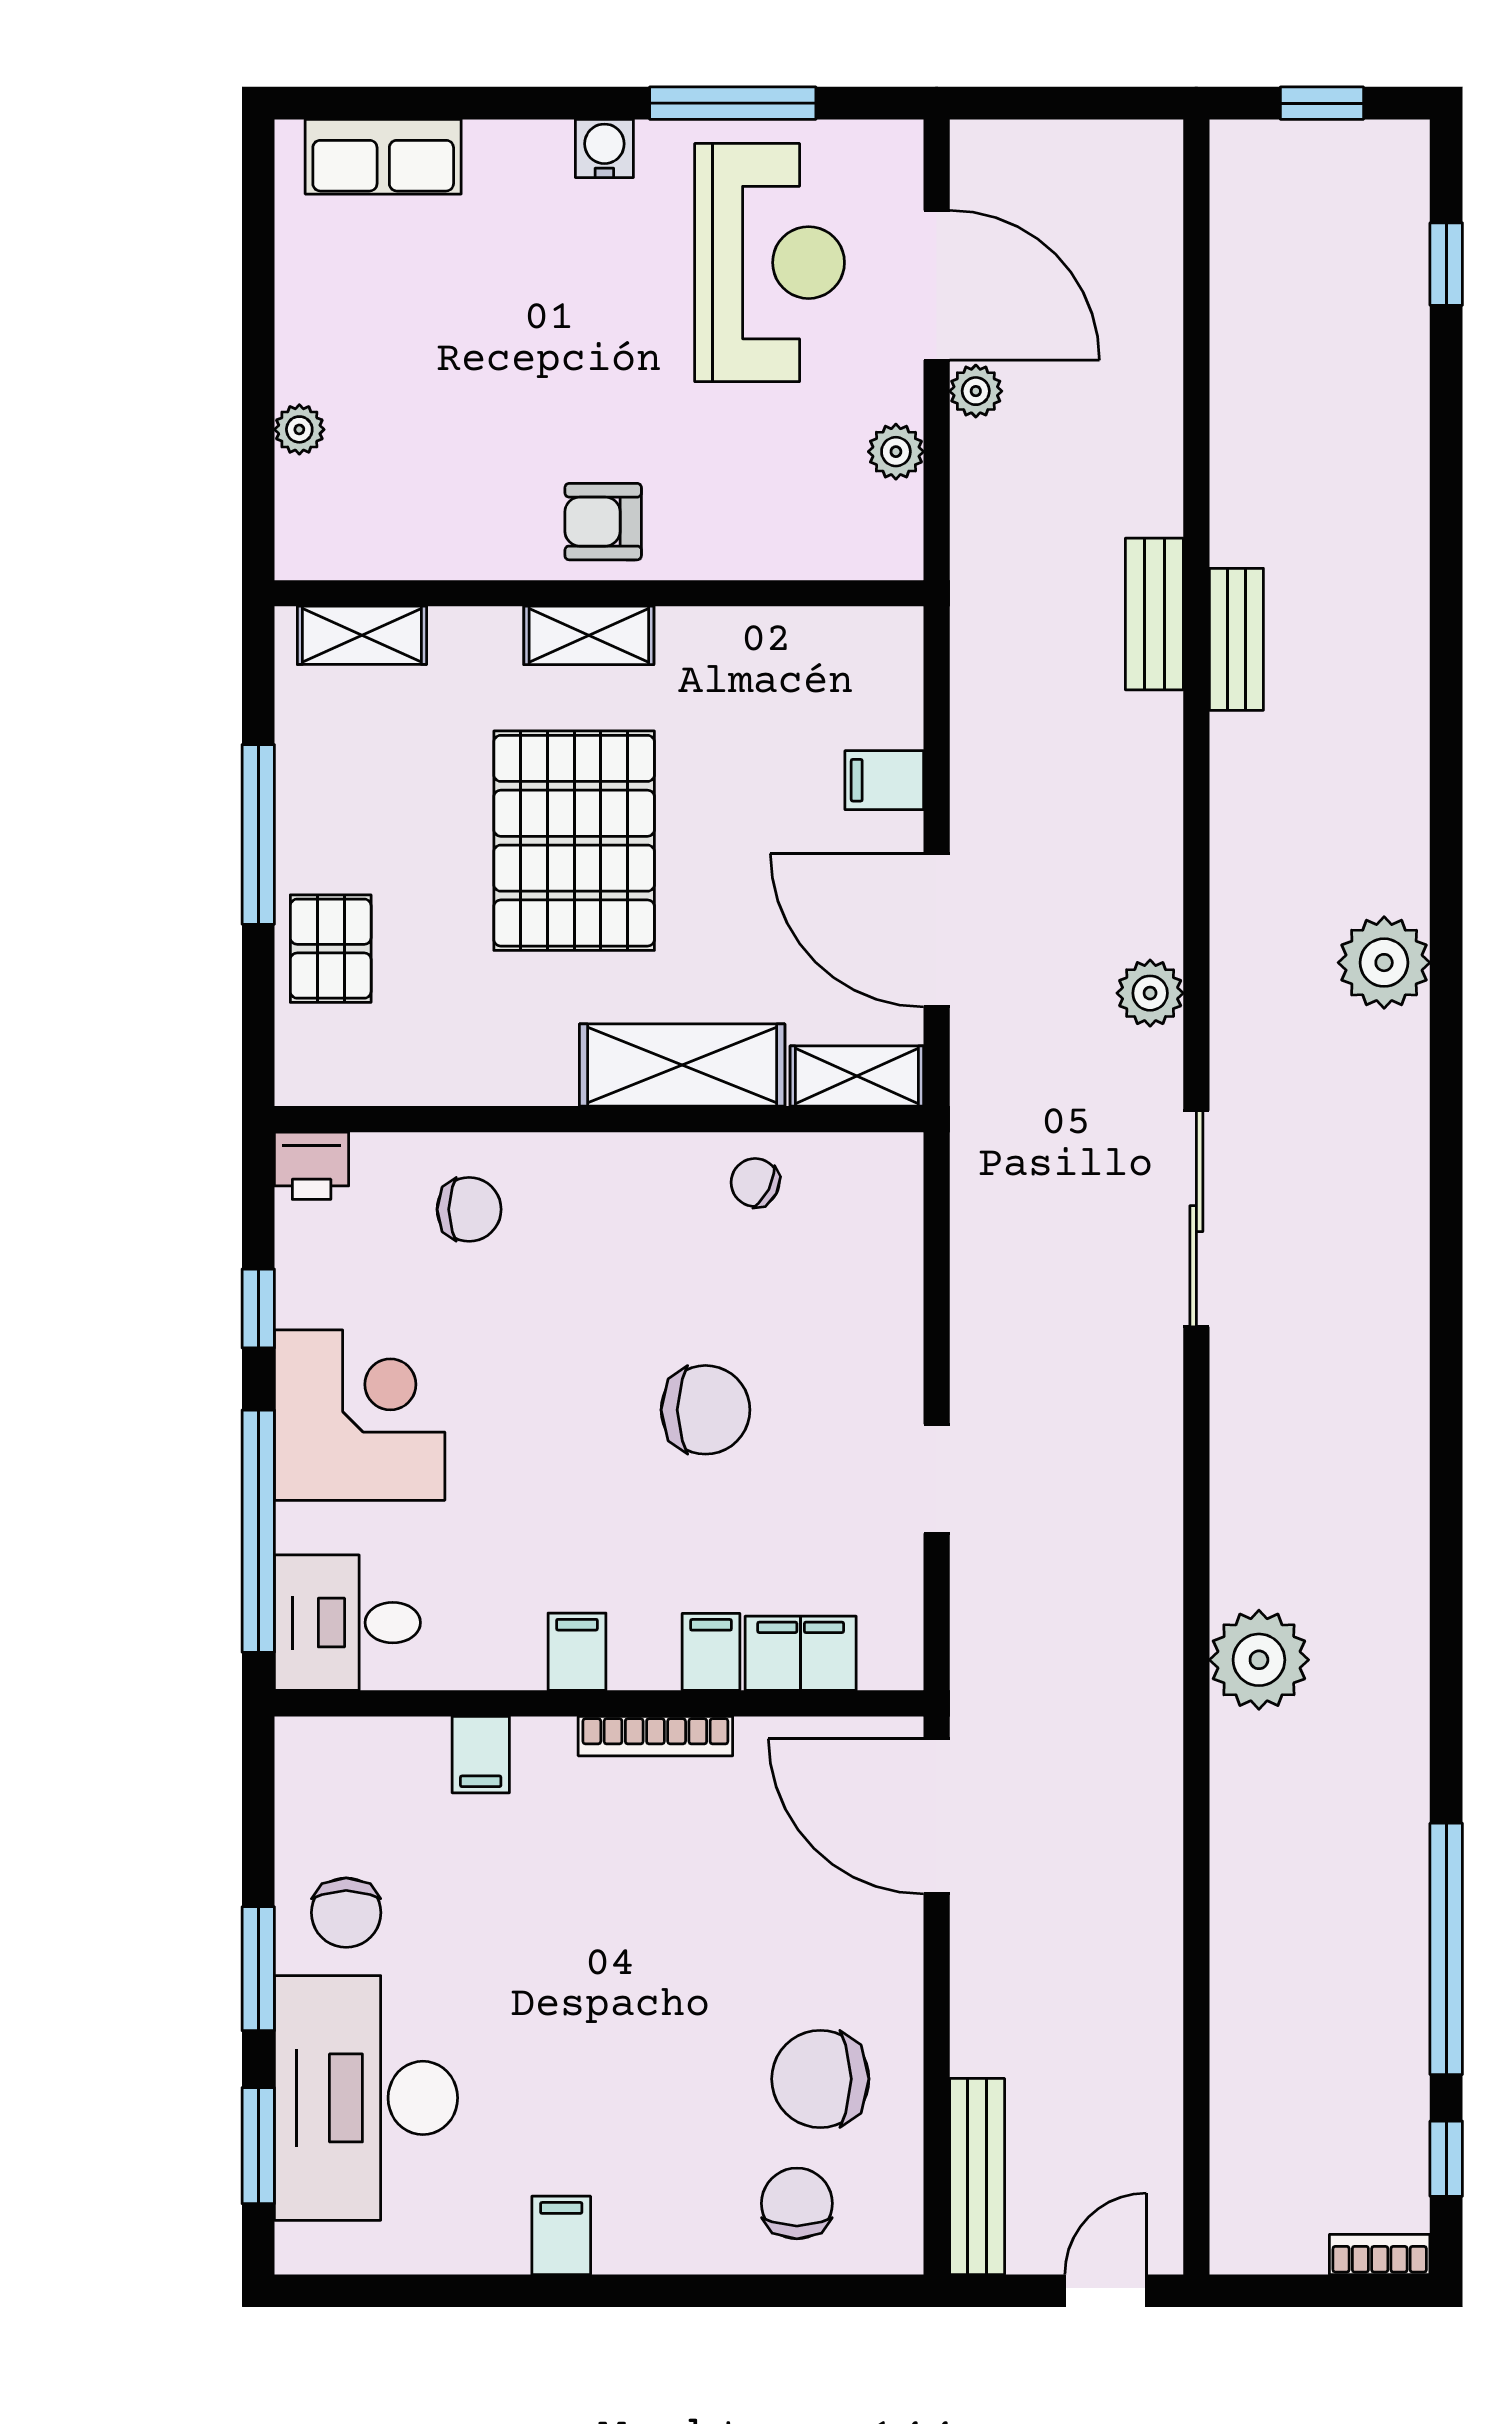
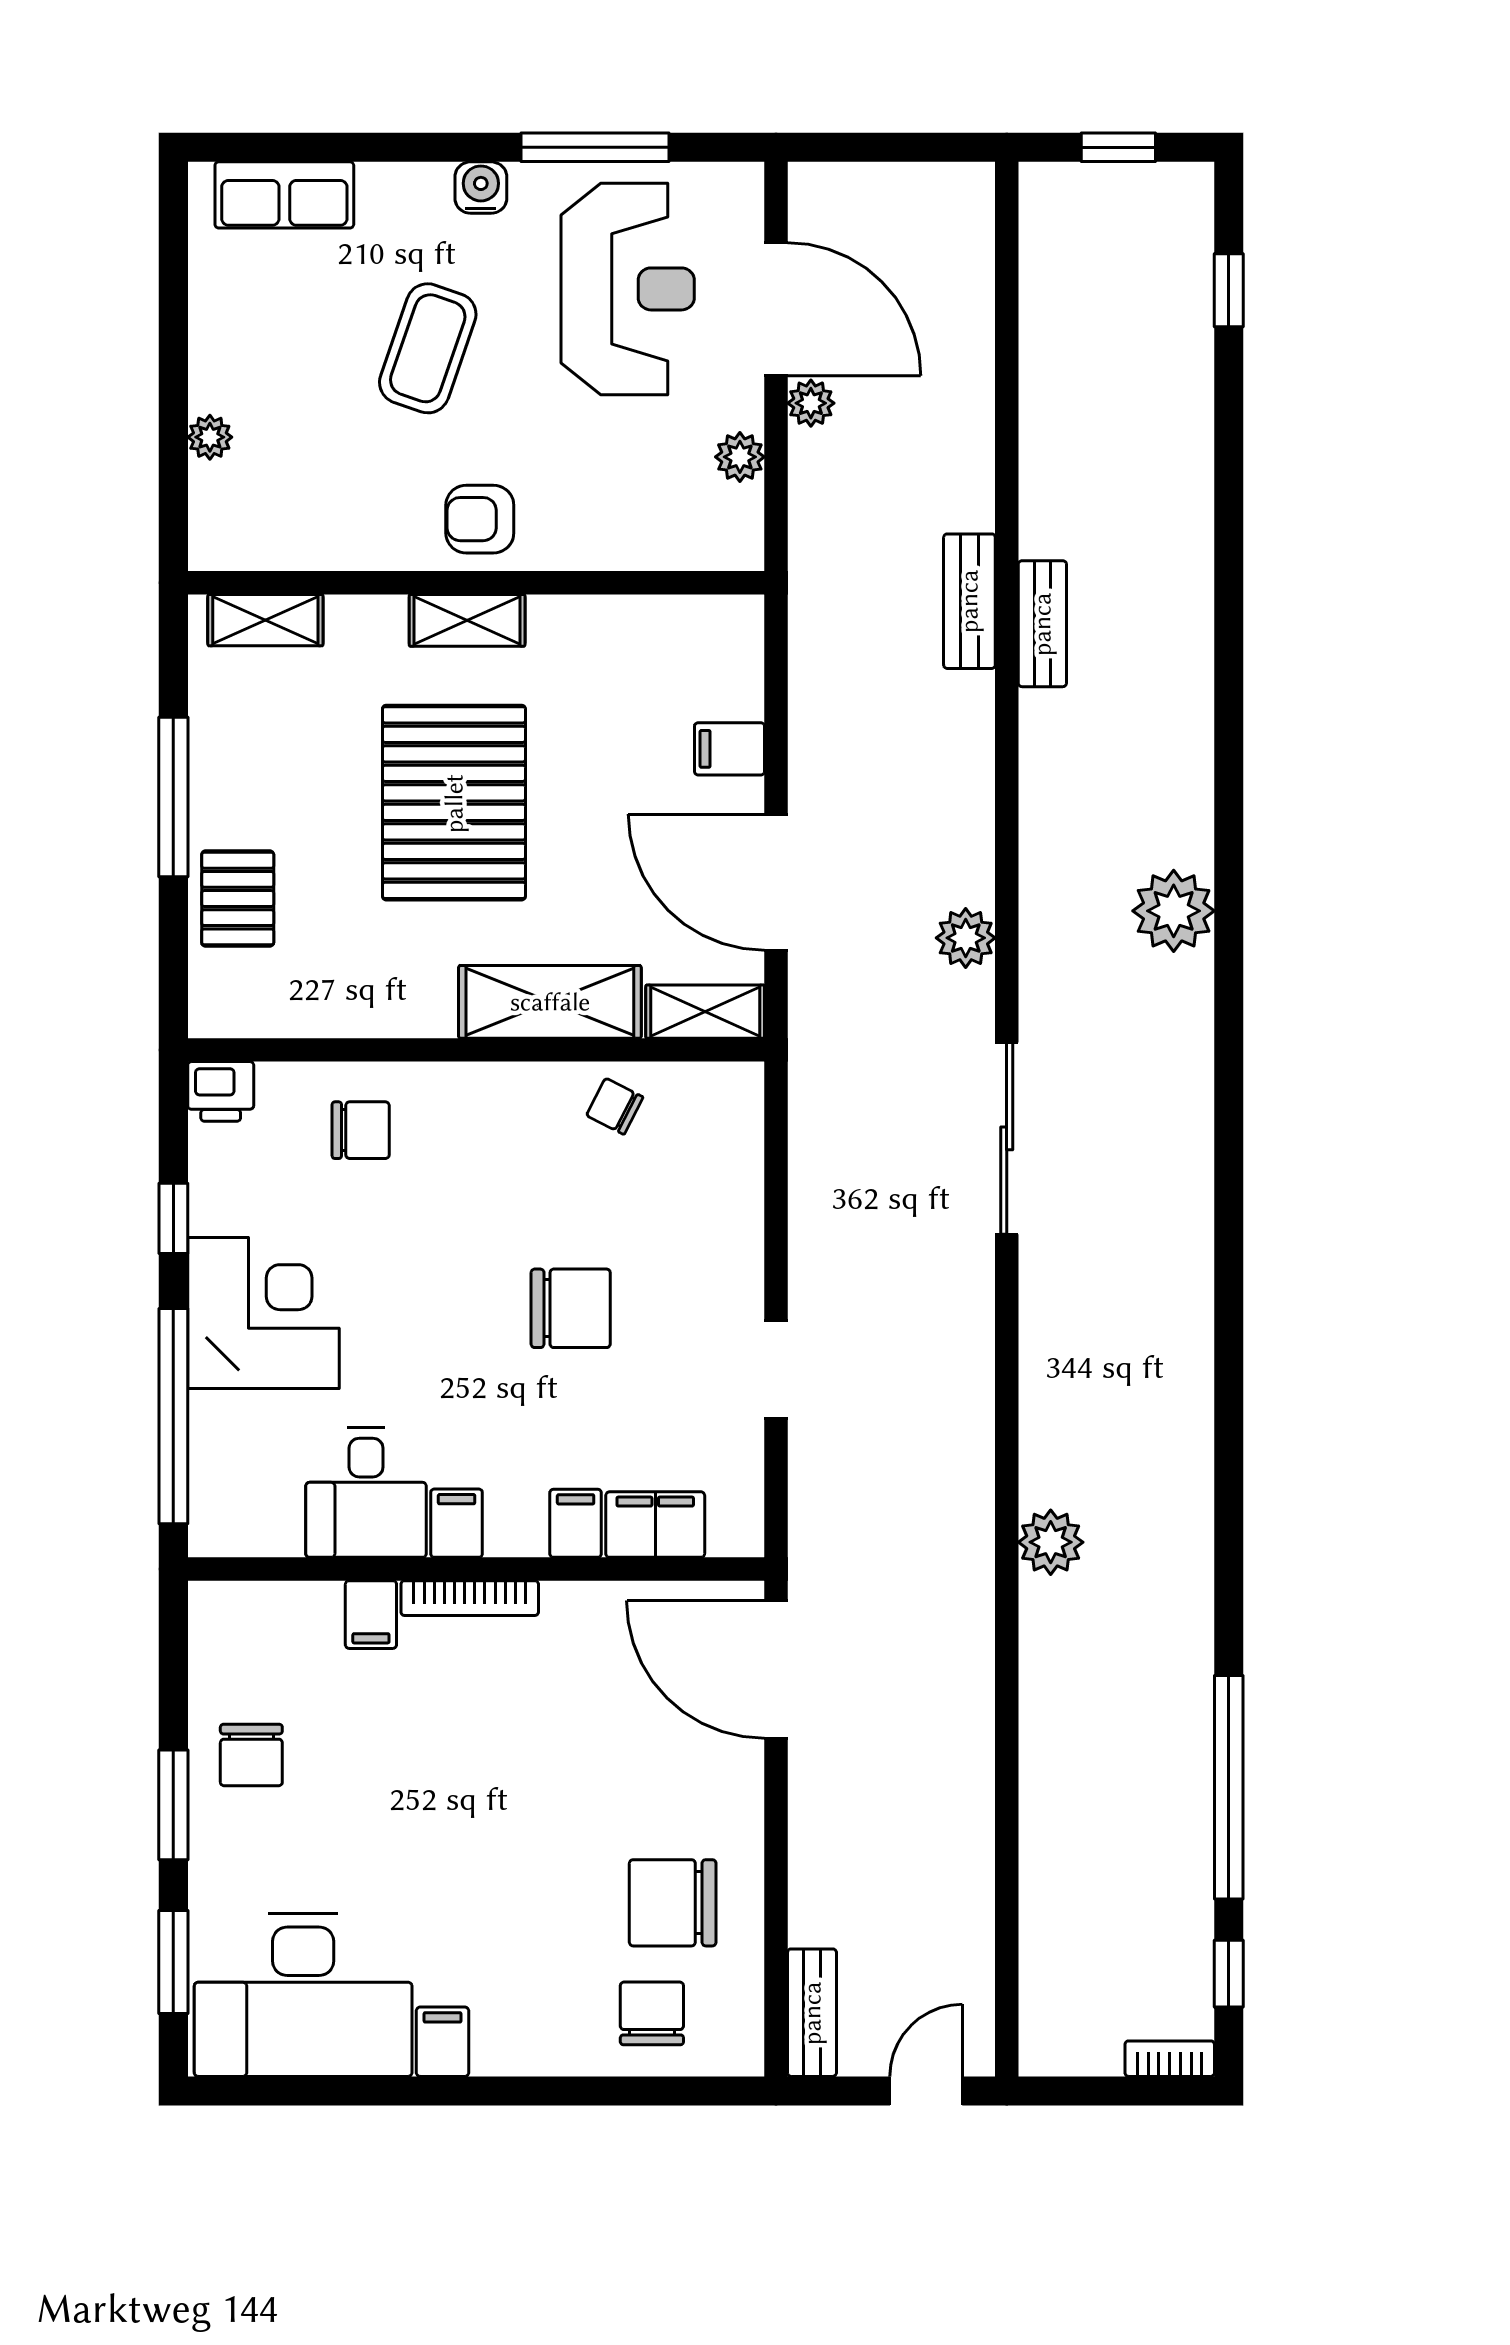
coffee table: (545, 329) -> (428, 348), added
desk: (347, 1623) -> (366, 1493), moved, turned -90
plant: (1259, 1660) -> (1051, 1542), width x0.73, depth x0.73
bookcase: (655, 1736) -> (470, 1598), moved
desk: (366, 2098) -> (303, 1995), moved, turned -90
bench: (977, 2176) -> (812, 2013), width x0.73

